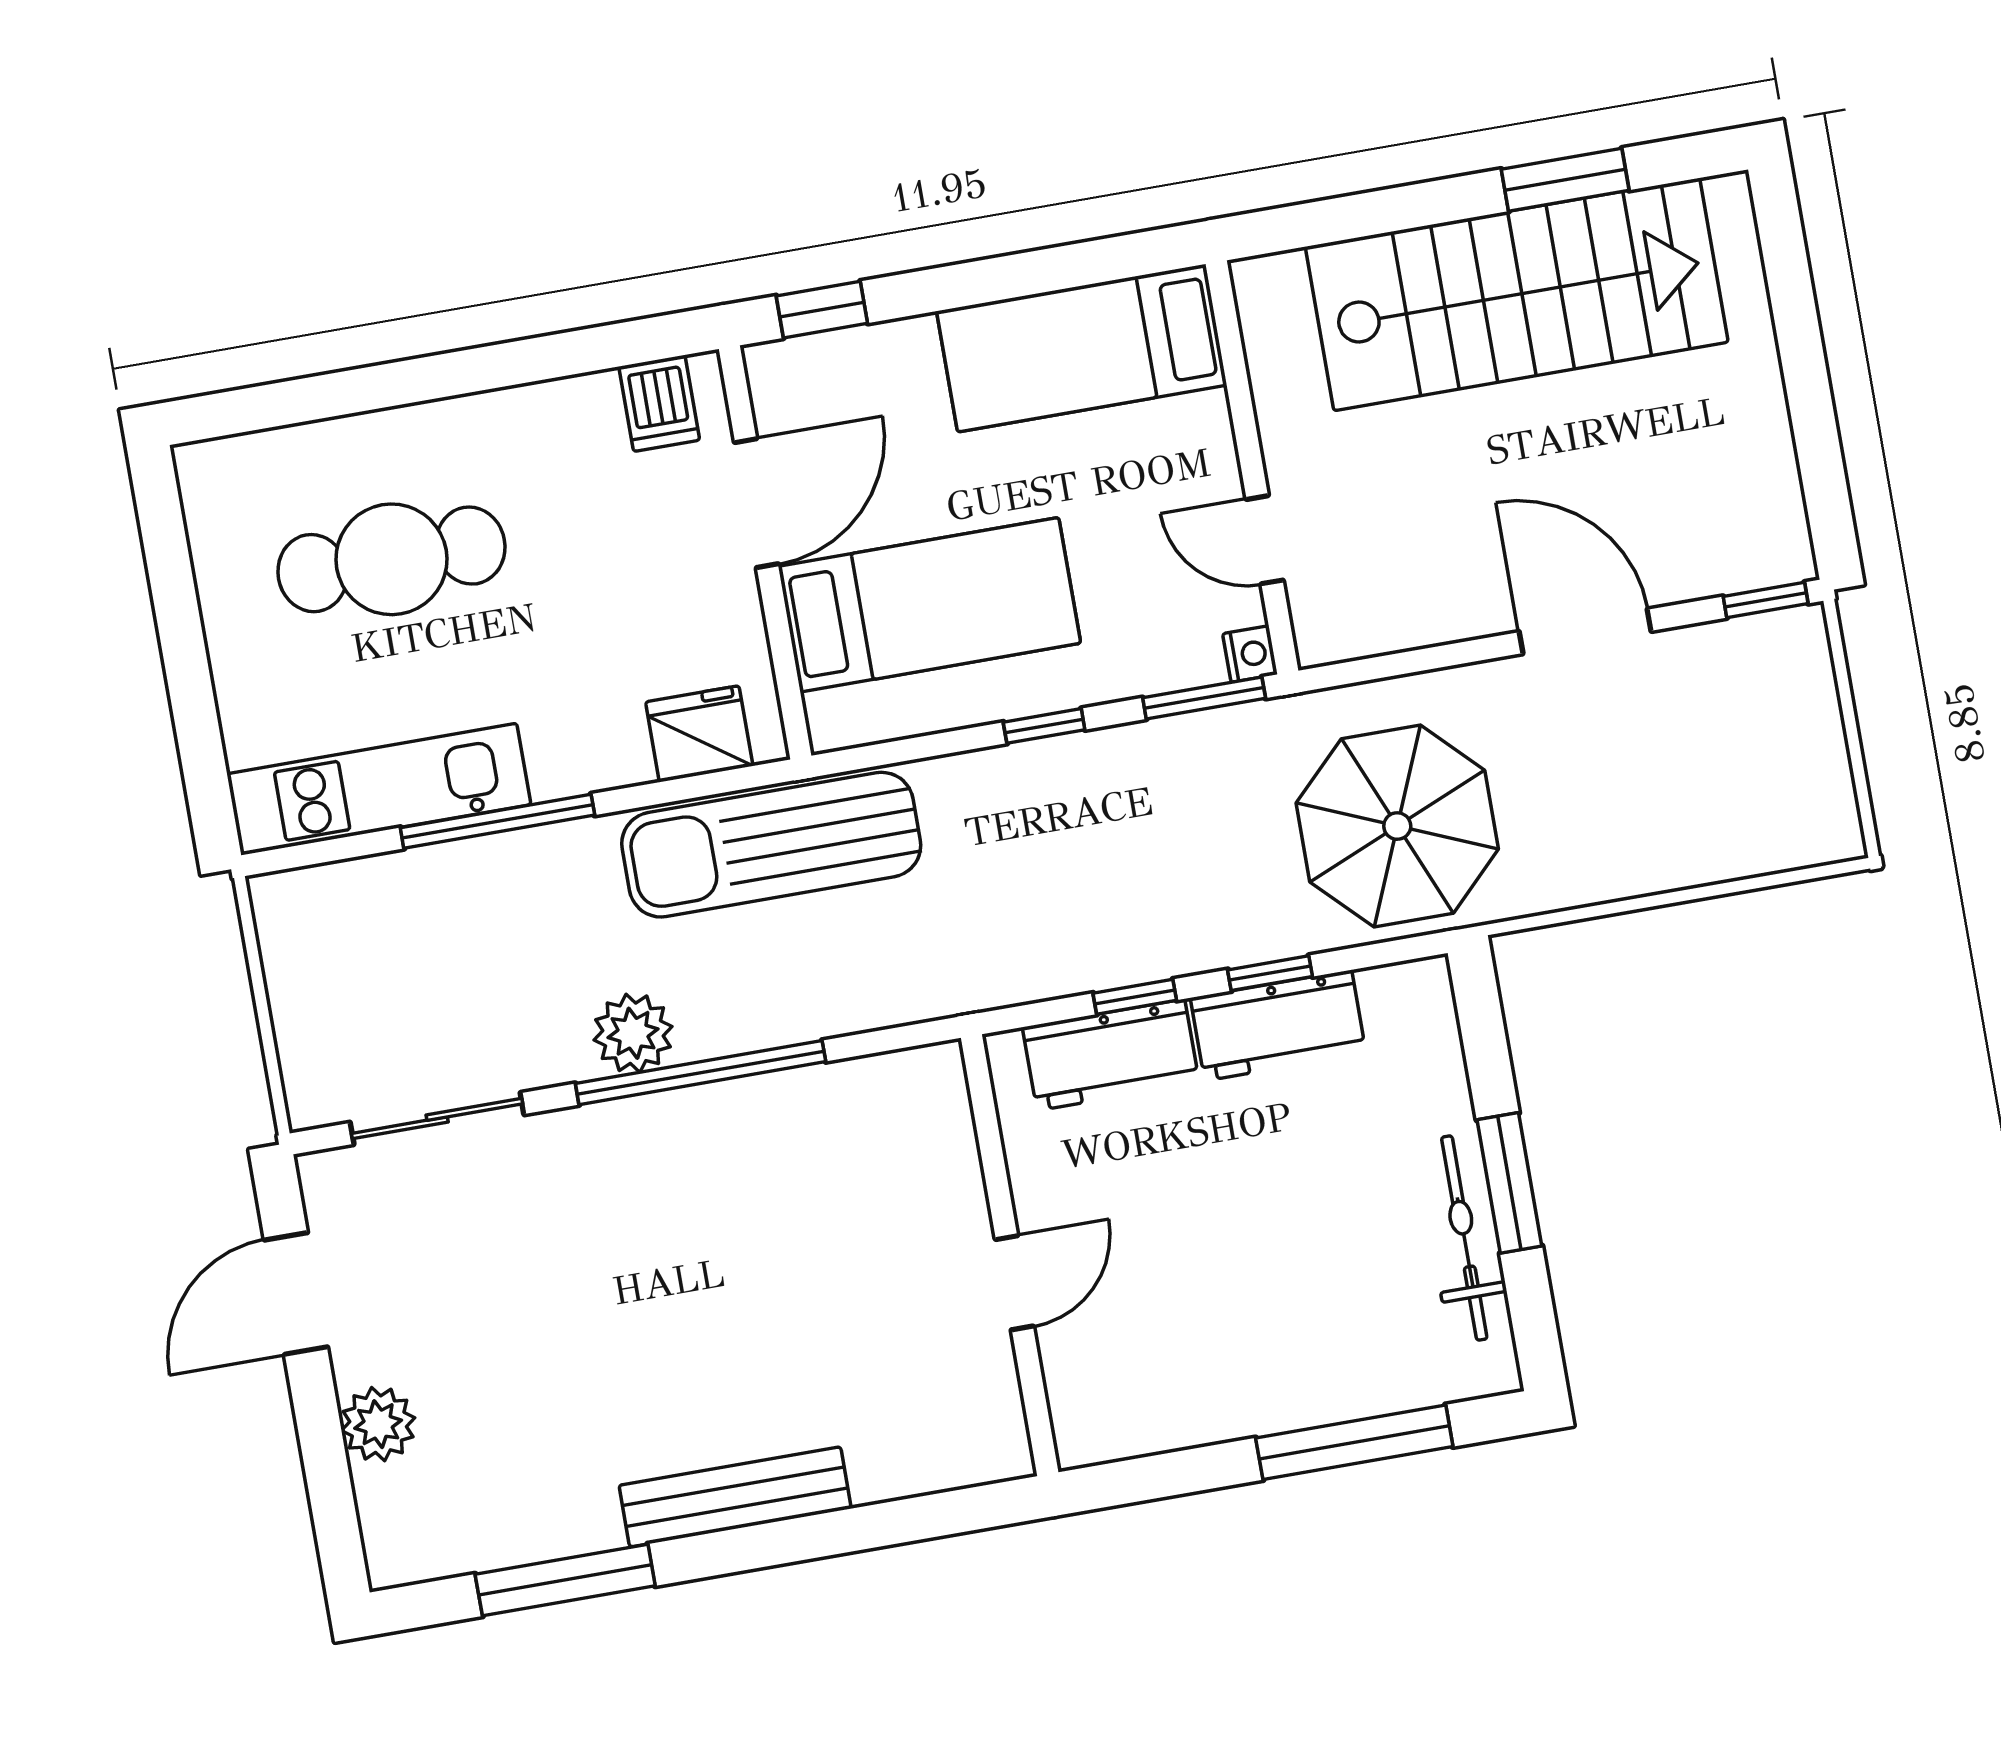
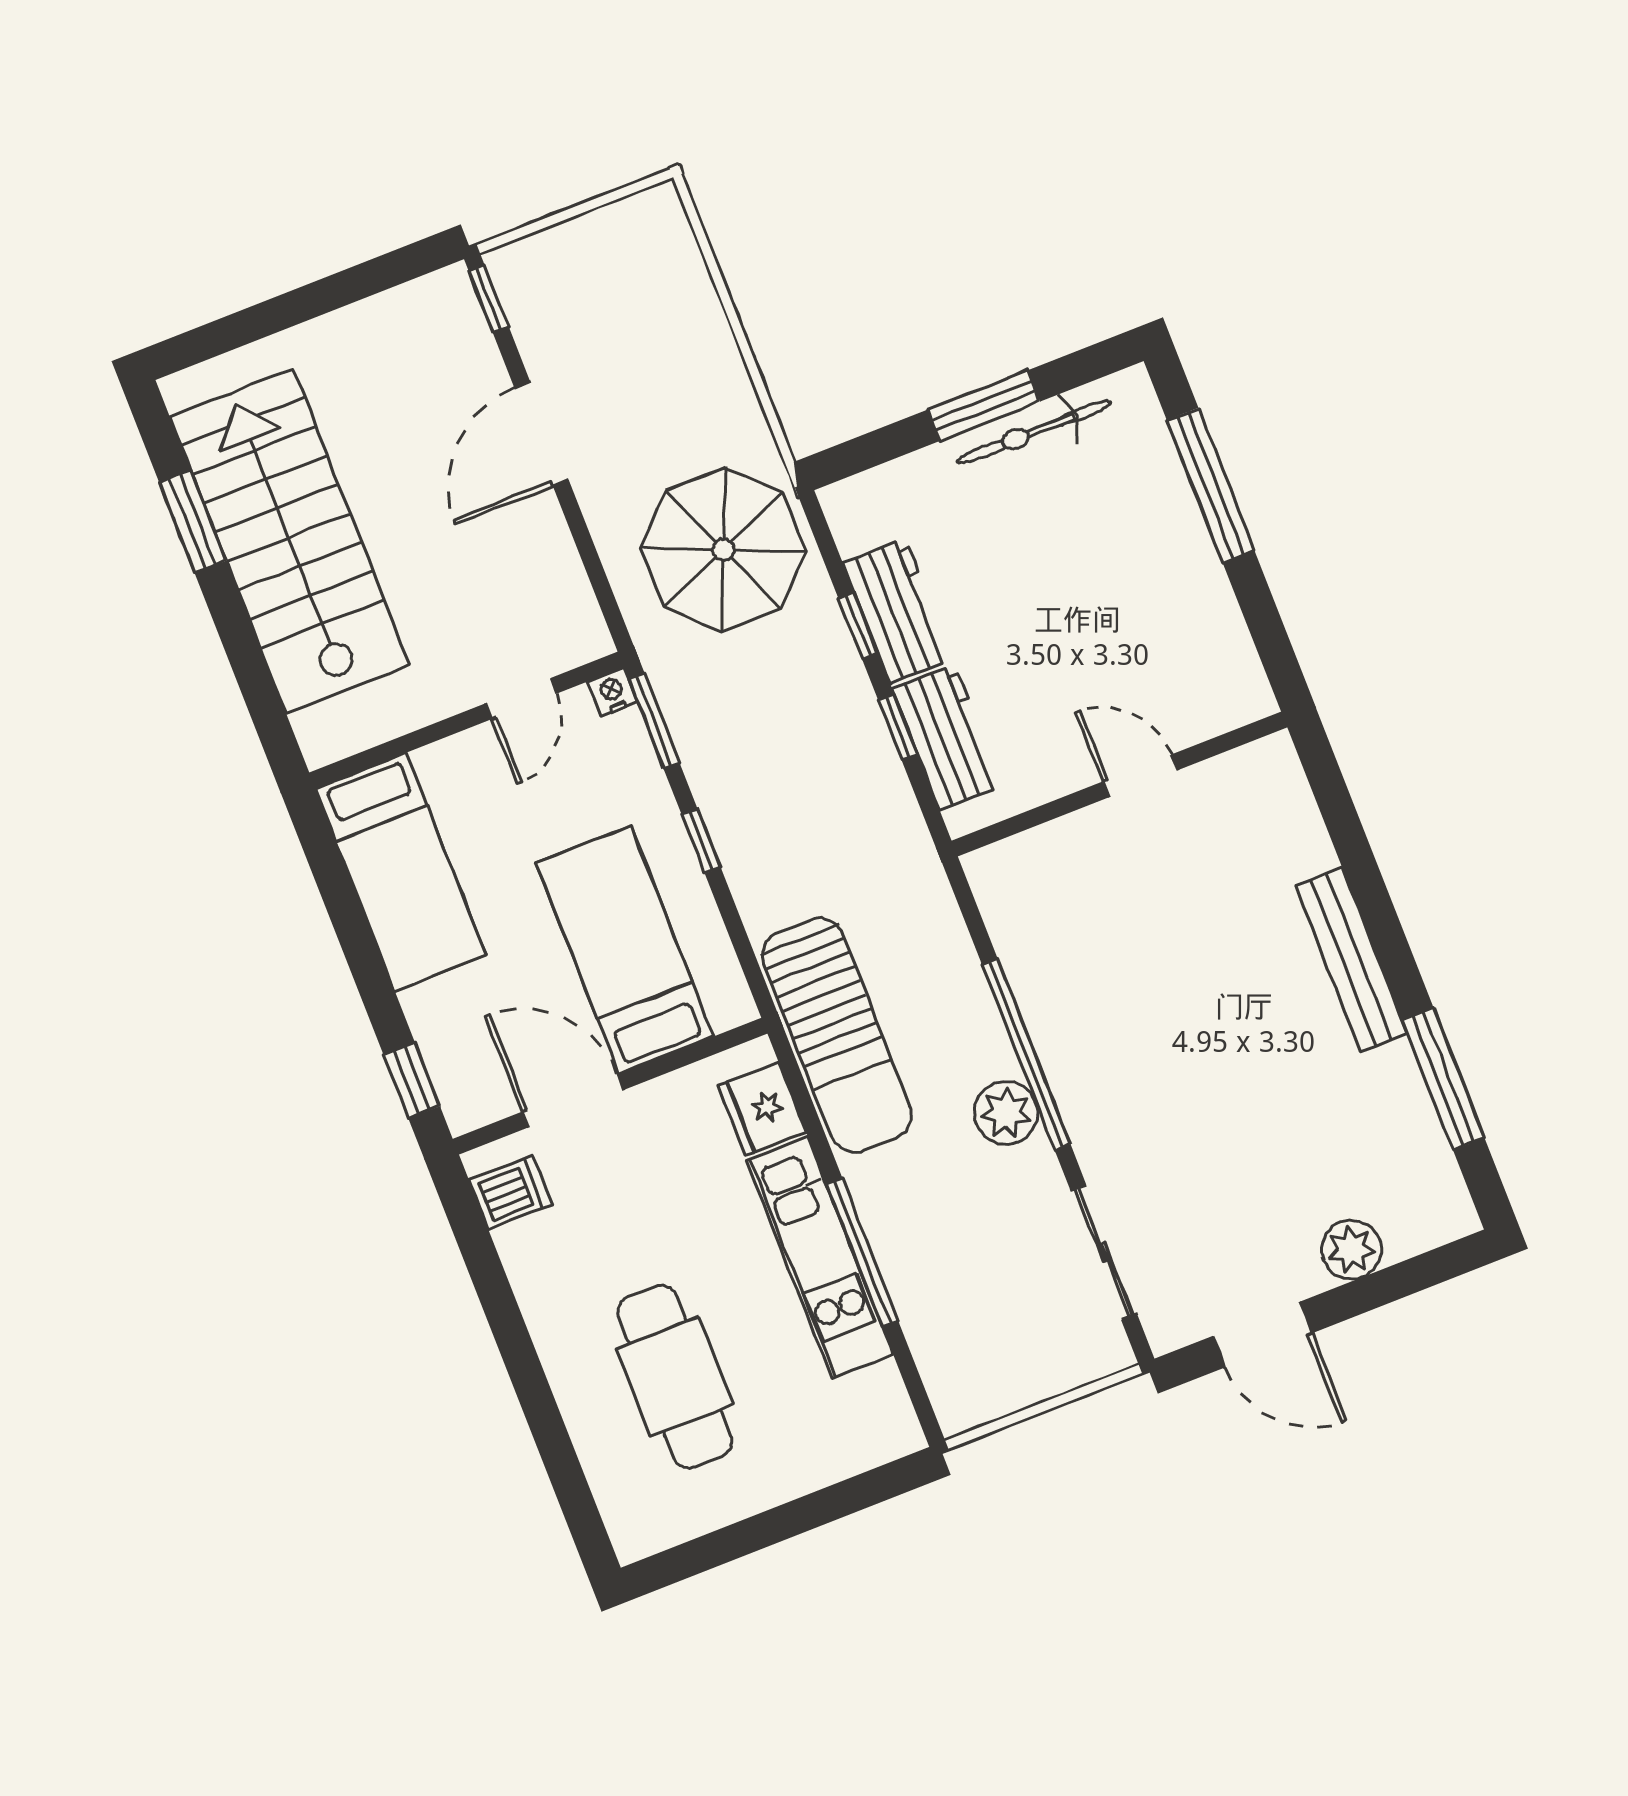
kitchen unit: (379, 789) -> (820, 1257), moved

